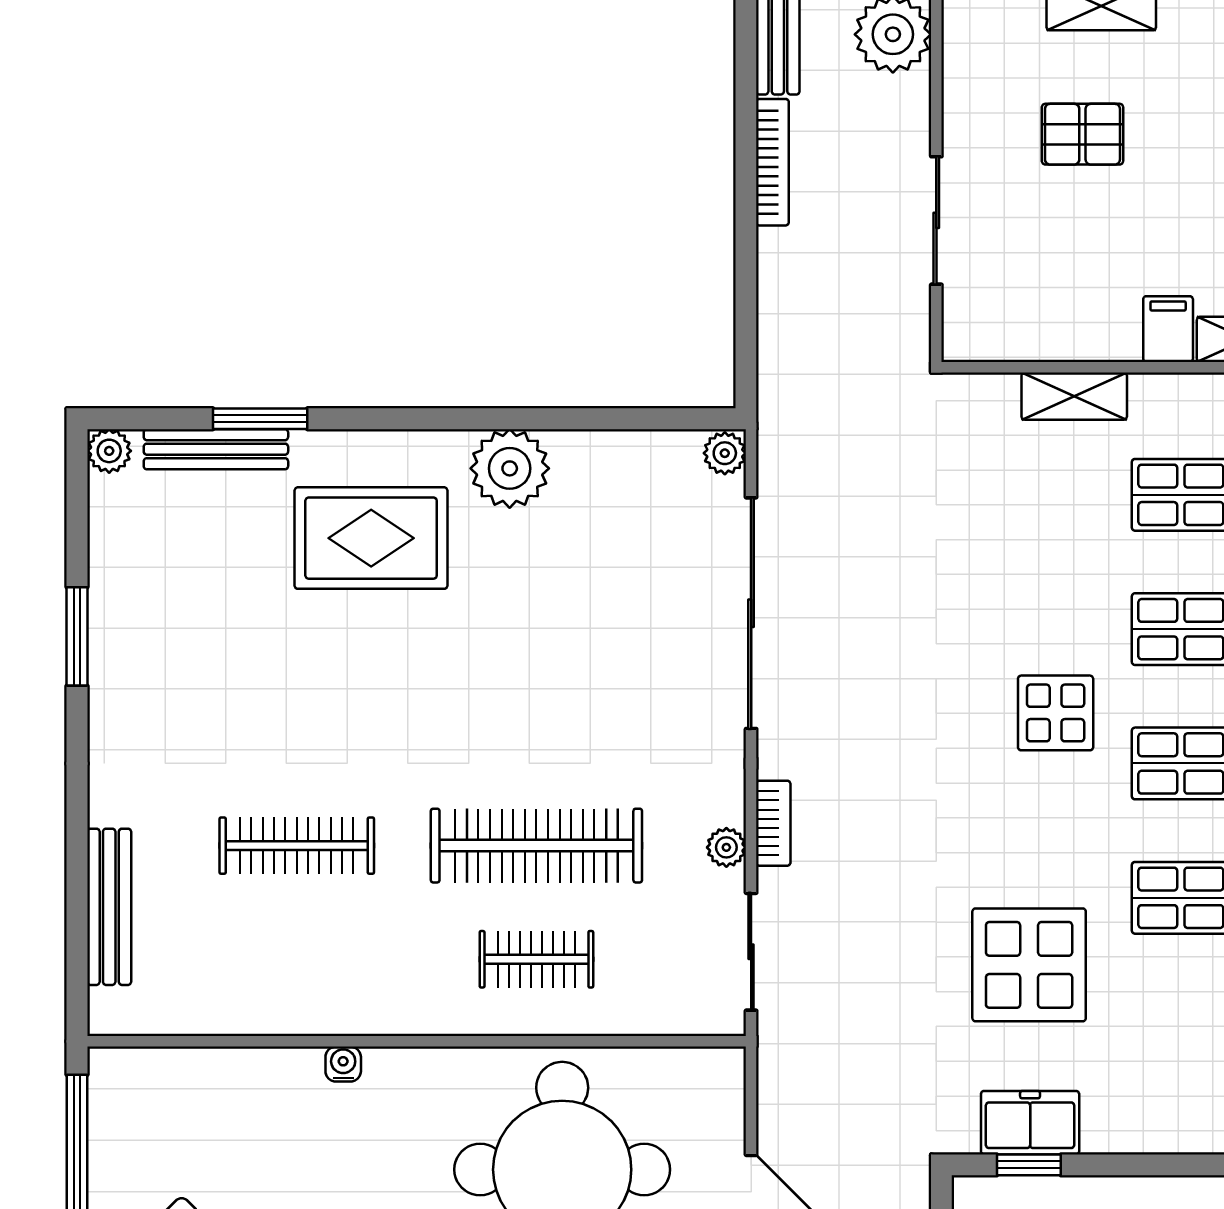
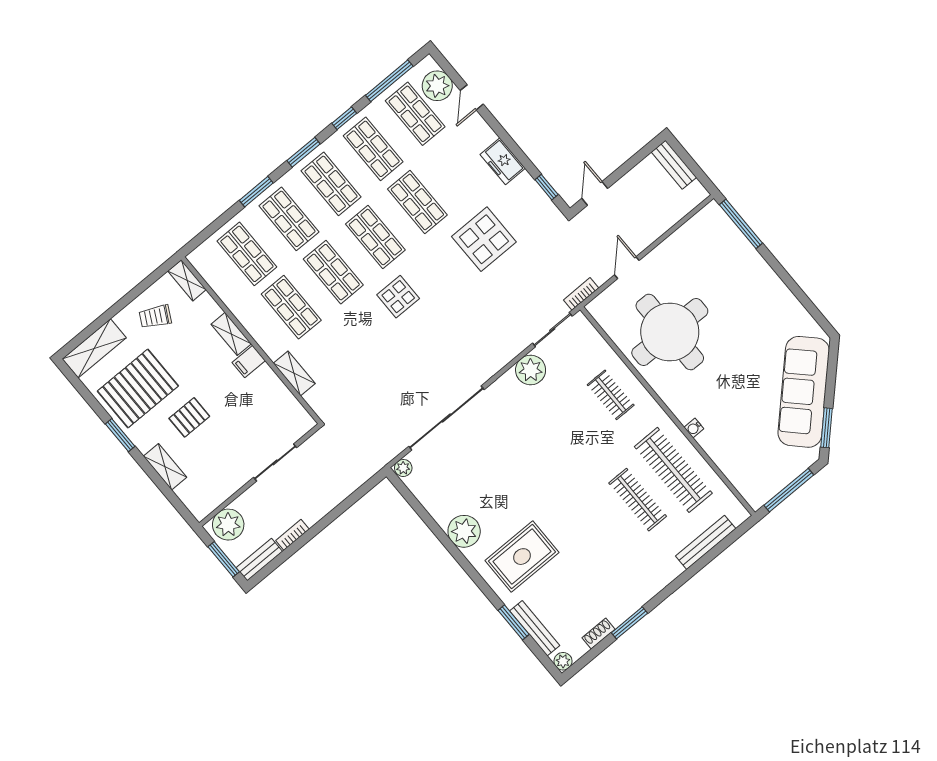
pallet: (1082, 134) -> (189, 417), moved, turned 90
bookcase: (772, 162) -> (292, 535), width x0.64
rug: (371, 538) -> (522, 557), turned 90
shoe rack: (106, 561) -> (598, 634), added
bookcase: (773, 823) -> (581, 294), moved
clothes rail: (536, 846) -> (673, 470), moved
plant: (726, 847) -> (531, 370), width x1.88, depth x1.88
freezer: (1030, 1123) -> (503, 161), moved

